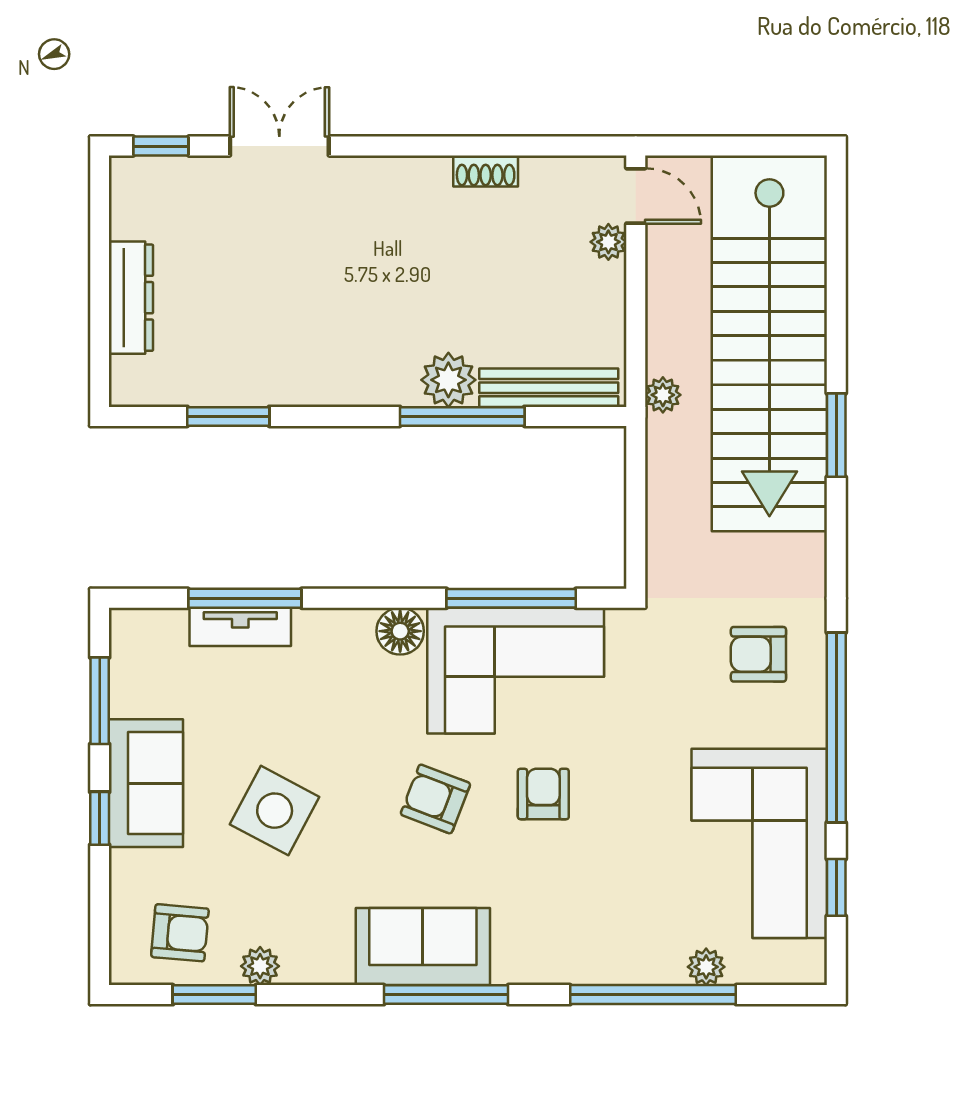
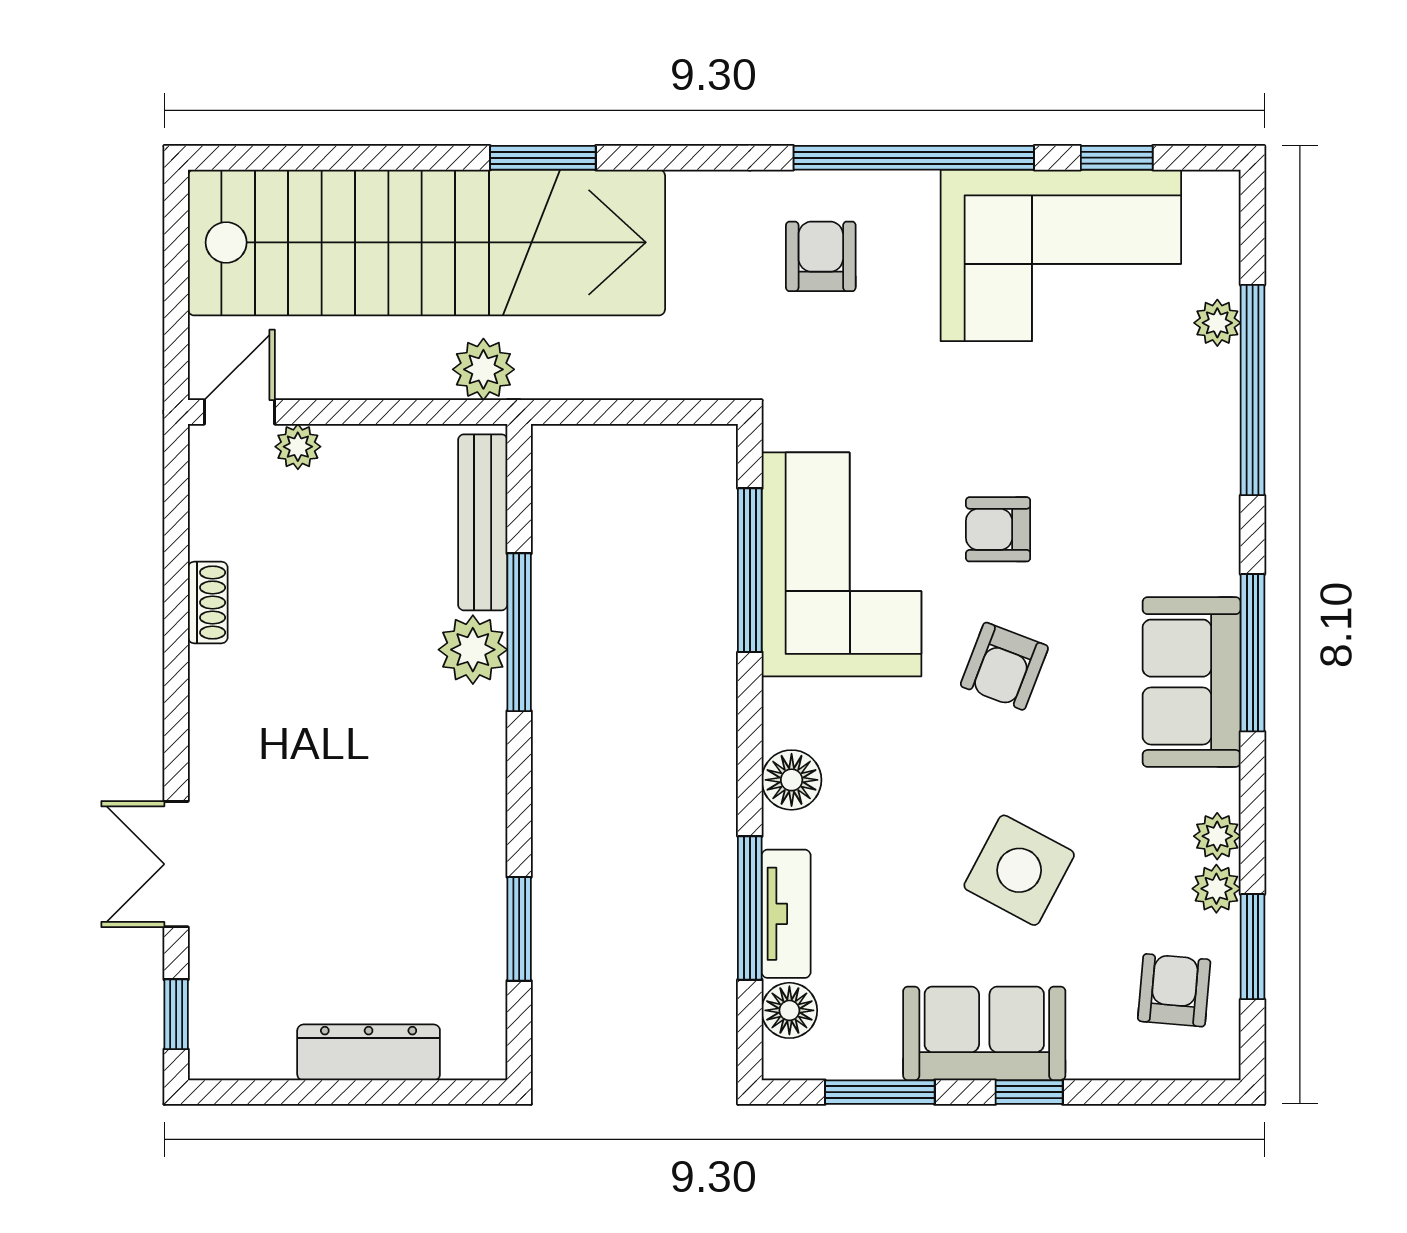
plant: (663, 395) -> (483, 369), width x1.38, depth x1.38
floor lamp: (164, 629) -> (789, 1010), added
floor lamp: (400, 631) -> (792, 780), moved
armchair: (758, 654) -> (821, 256), turned 180
plant: (301, 967) -> (1217, 836), added

